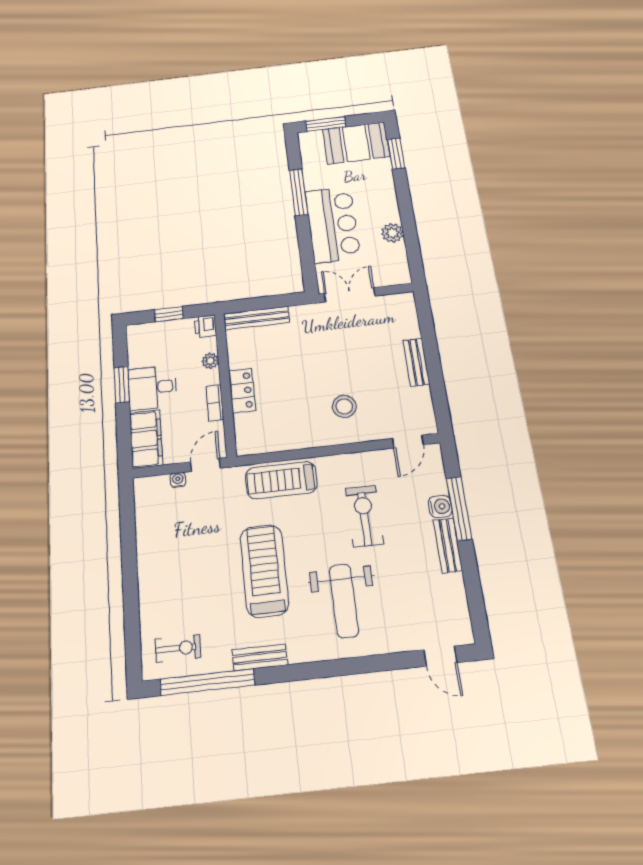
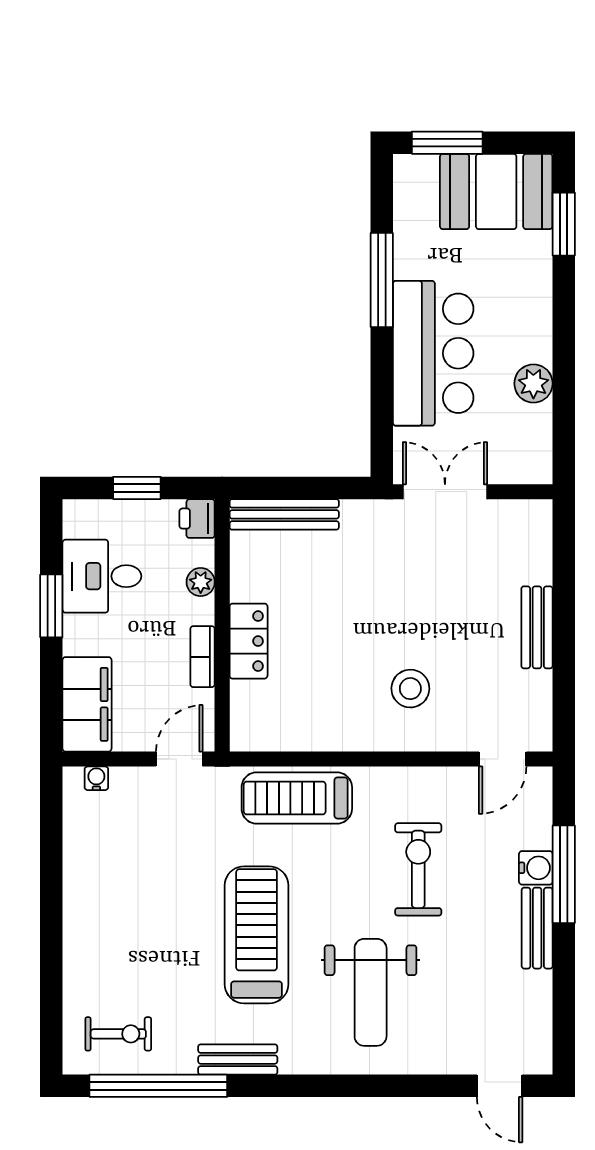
desk: (152, 388) -> (102, 576), moved
water cooler: (178, 480) -> (96, 778), moved

